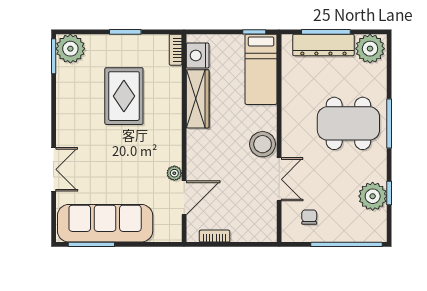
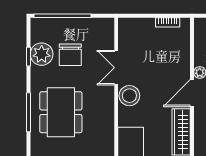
dining table: (348, 123) -> (61, 112), turned 90
door: (184, 198) -> (192, 93), moved
chair: (309, 217) -> (70, 55), moved, width x1.87, depth x1.87

